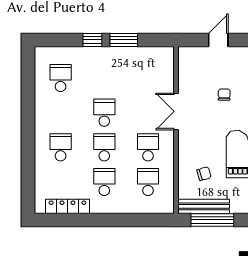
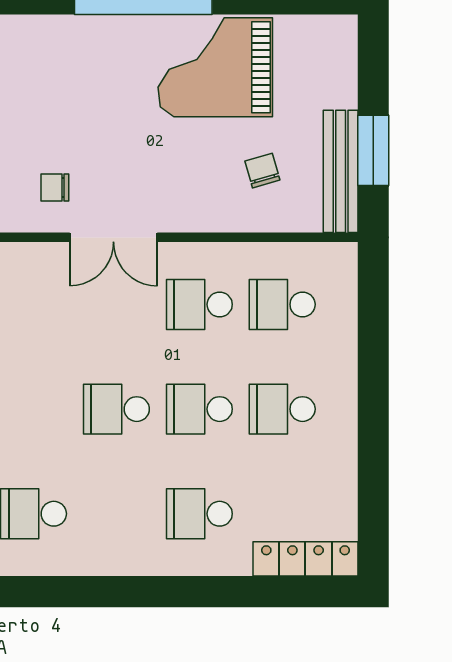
chair: (224, 95) -> (55, 188), moved
locker: (67, 206) -> (305, 559), moved, turned 90
window: (212, 220) -> (373, 150), width x0.69

